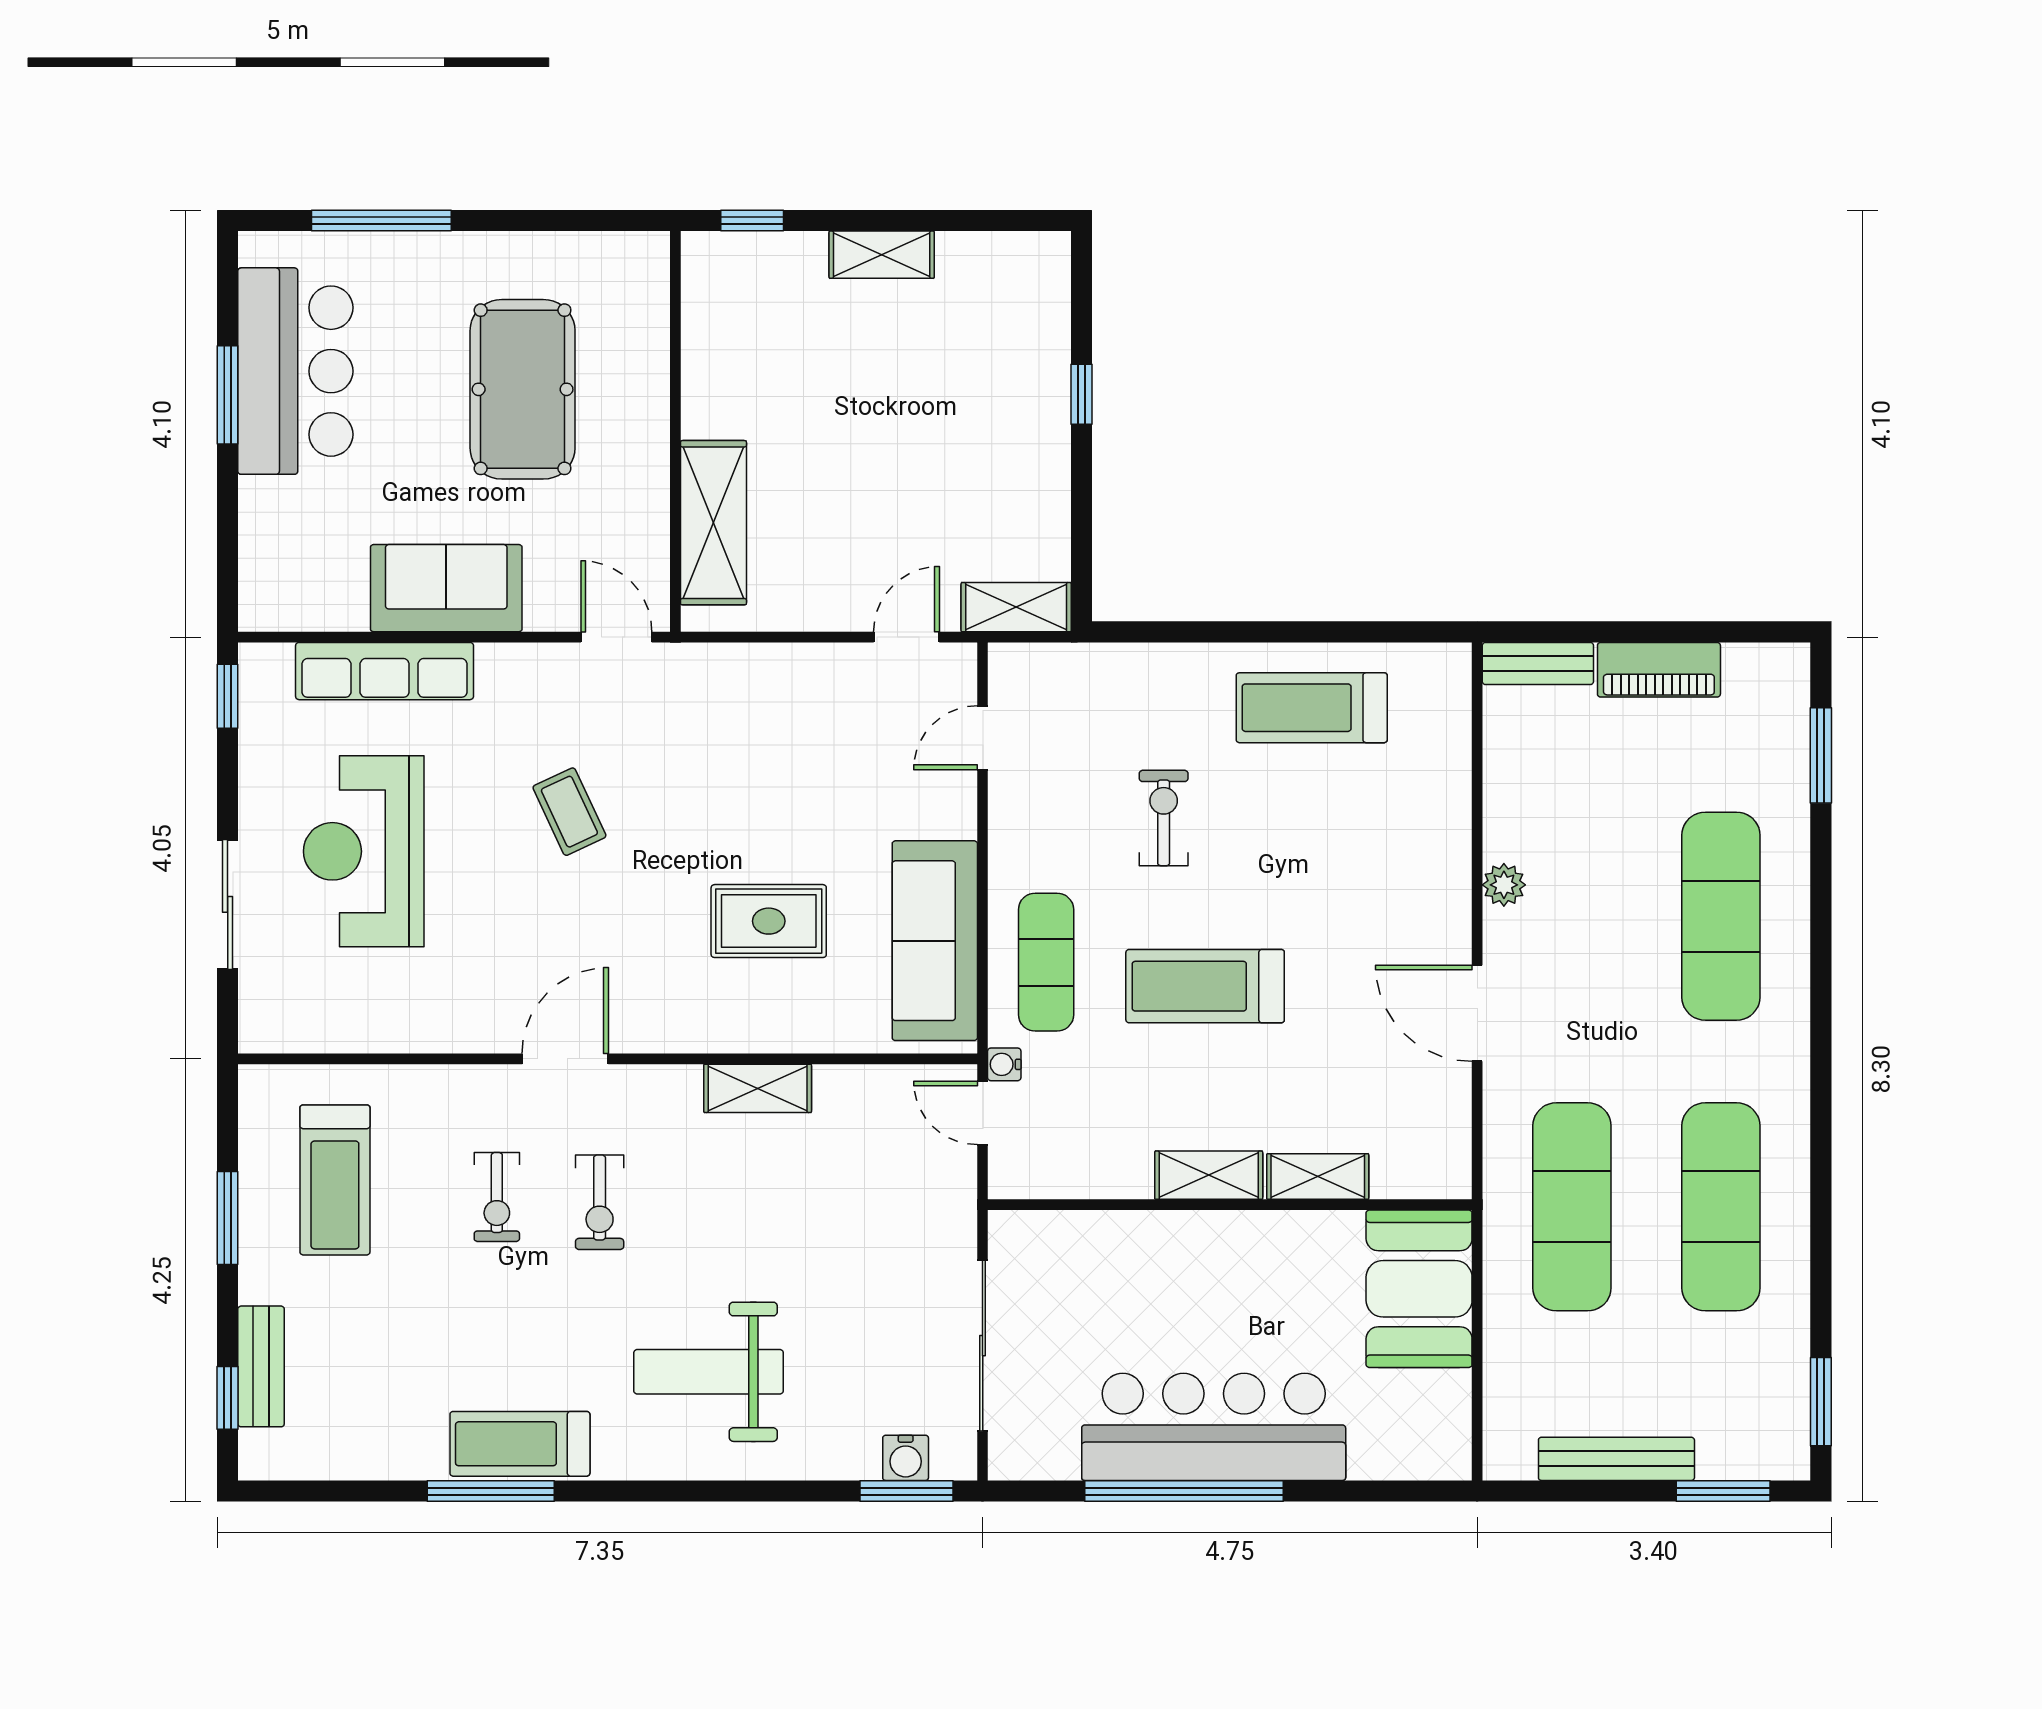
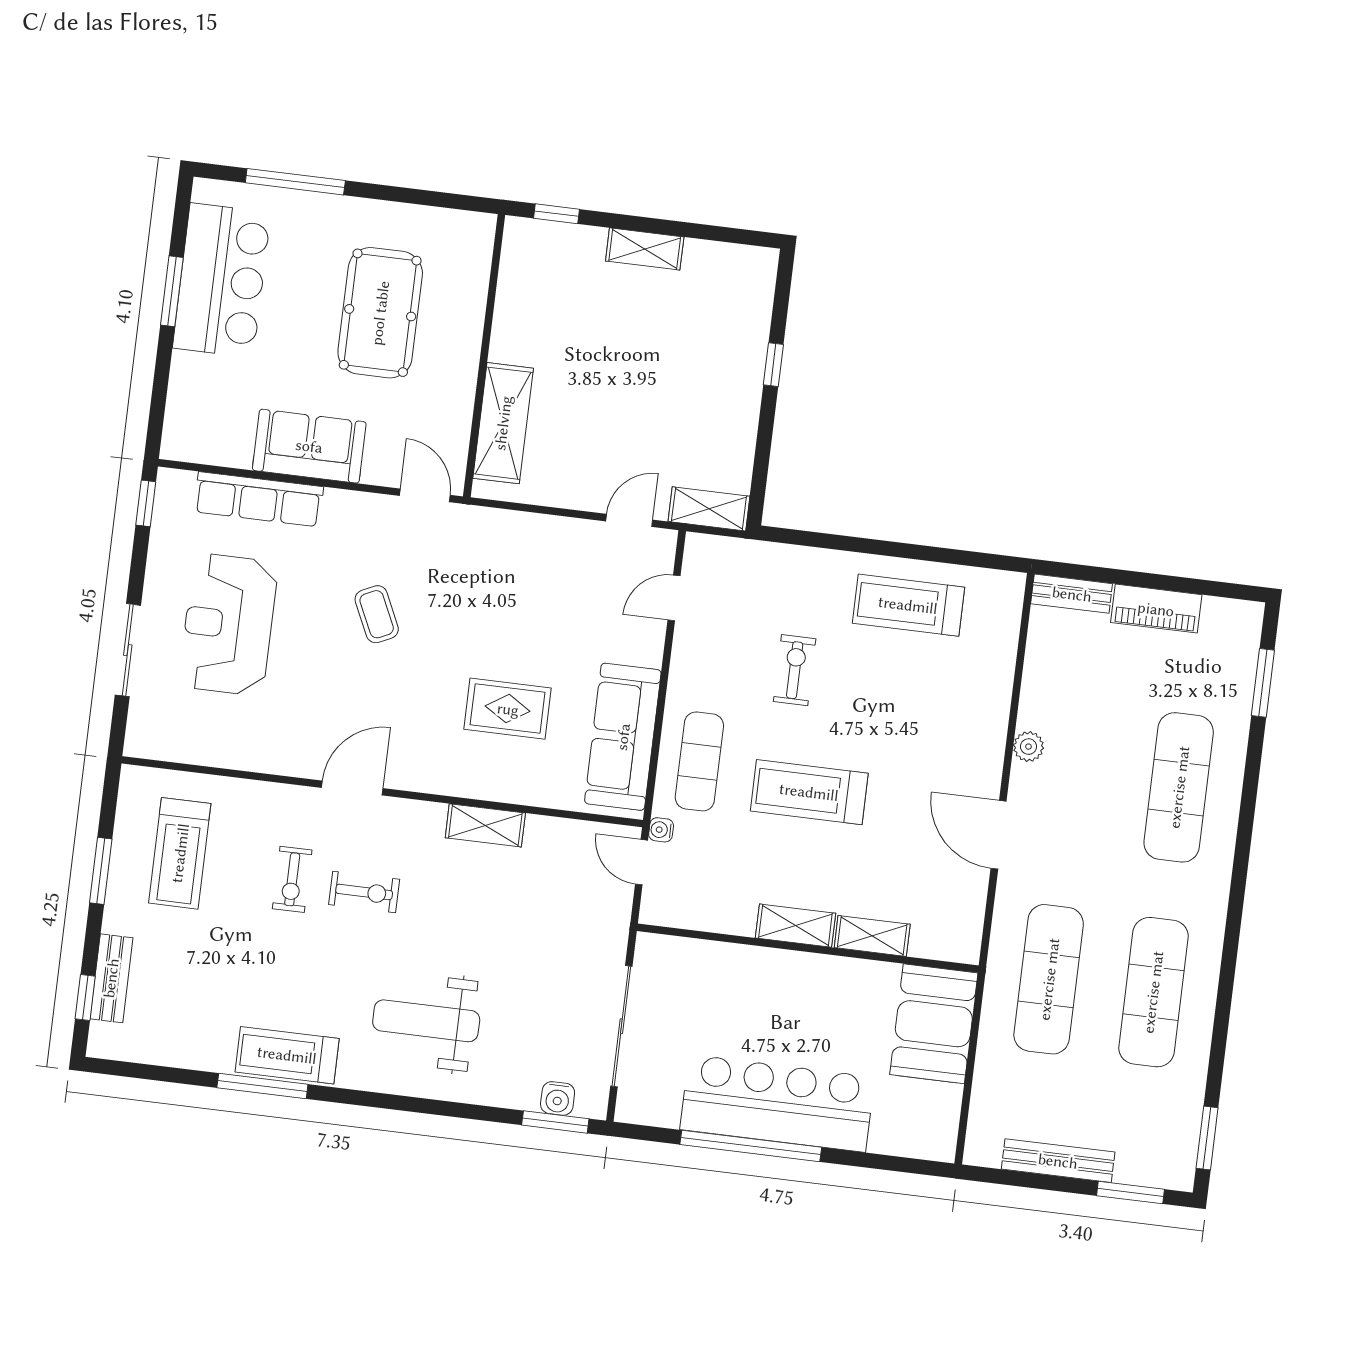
exercise bike: (600, 1202) -> (364, 892), turned -90

